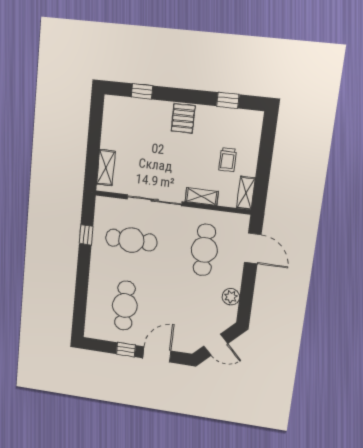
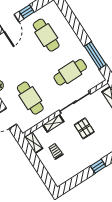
window: (228, 100) -> (98, 166), moved
pallet: (183, 118) -> (84, 128), moved
window: (86, 235) -> (95, 55), width x2.17

